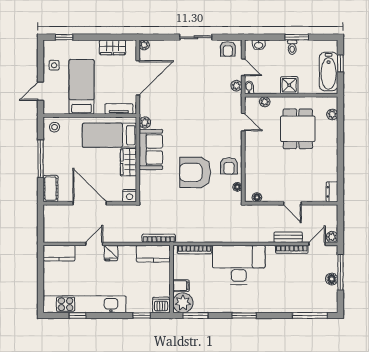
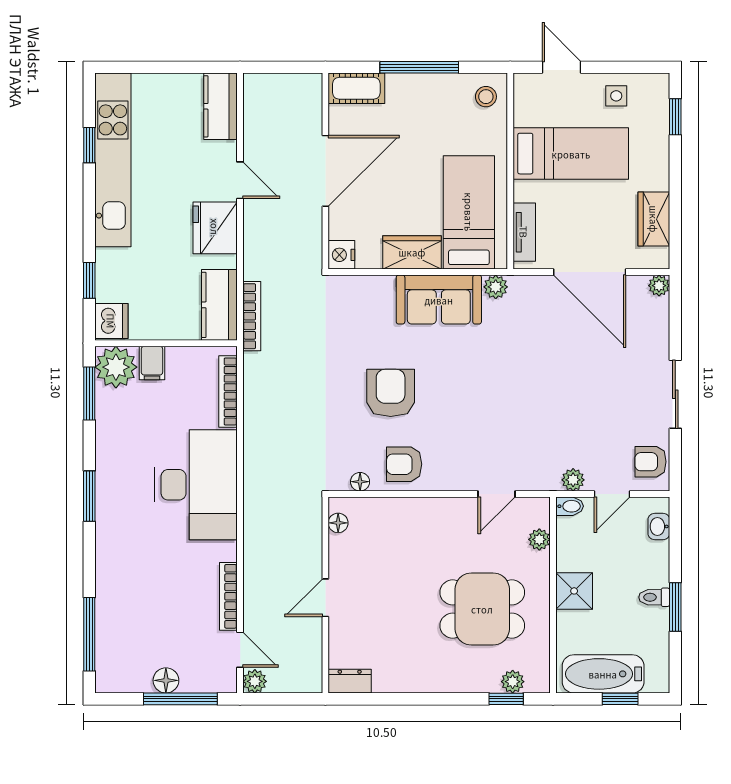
window: (340, 118) -> (506, 699), added
armchair: (195, 172) -> (391, 393), width x0.73, depth x0.73
bench: (288, 237) -> (254, 589), removed
fridge: (111, 253) -> (215, 228), width x1.88, depth x1.34

